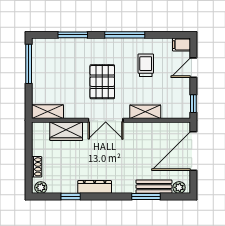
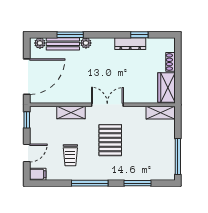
wardrobe: (66, 131) -> (166, 88), moved, turned -90
dresser: (95, 187) -> (130, 44), moved
plant: (41, 188) -> (86, 43), moved

